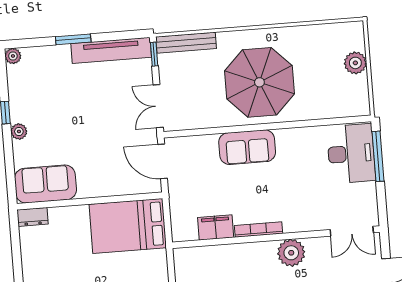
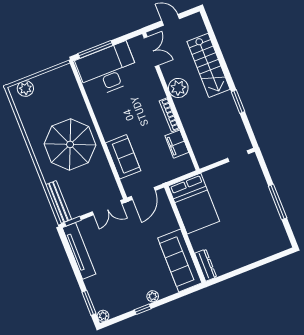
window: (73, 39) -> (89, 303), moved
plant: (355, 63) -> (25, 89), moved
sofa: (247, 147) -> (123, 157), moved
desk: (351, 154) -> (108, 70), width x1.36, depth x1.30
sofa: (45, 184) -> (180, 260), width x1.36
dresser: (33, 217) -> (206, 265), width x1.44

